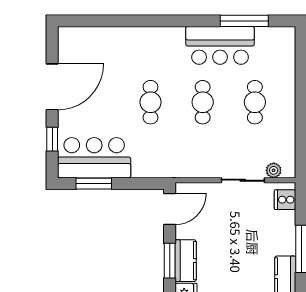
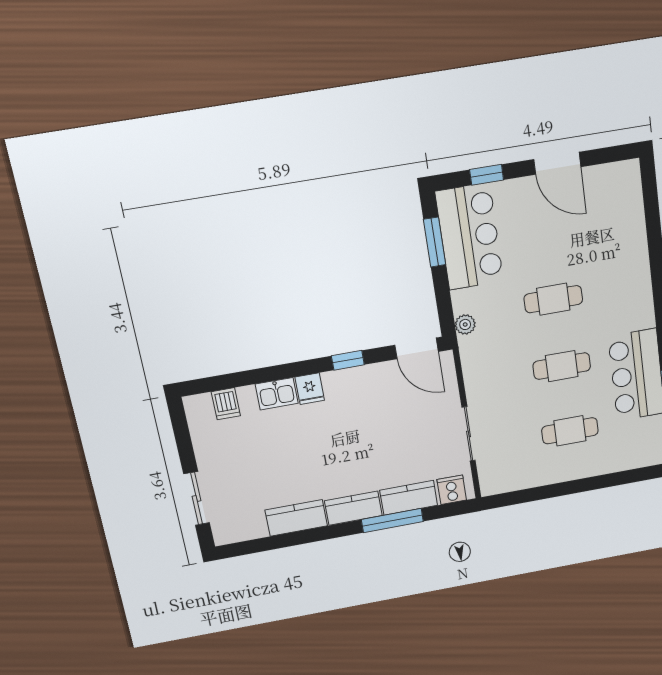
door: (52, 87) -> (557, 163), width x0.73
plant: (274, 170) -> (465, 324), moved
window: (170, 261) -> (348, 360), width x0.67
kitchen counter: (186, 261) -> (409, 498), moved, turned 180

